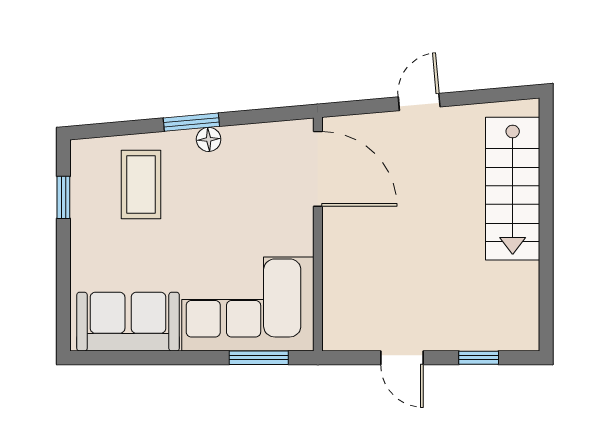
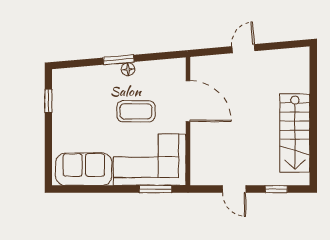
door: (318, 169) -> (188, 101), moved
coffee table: (141, 185) -> (136, 111), moved, turned 90
stairs: (513, 189) -> (295, 133), moved

